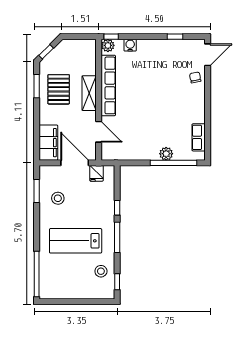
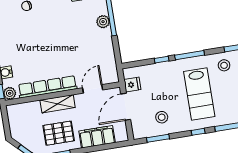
filing cabinet: (48, 143) -> (97, 137), moved
window: (37, 233) -> (198, 132), added

